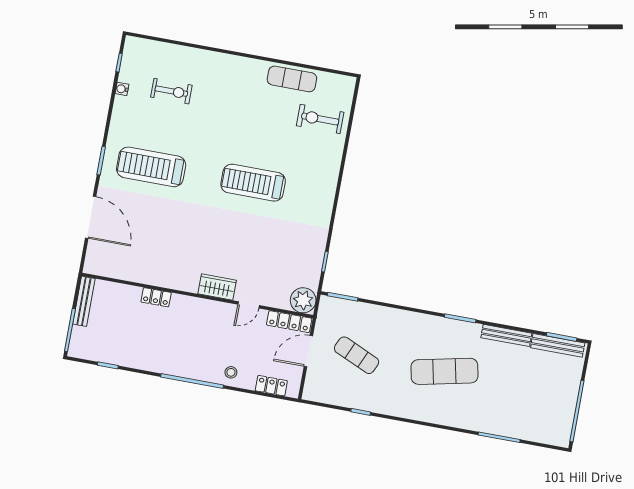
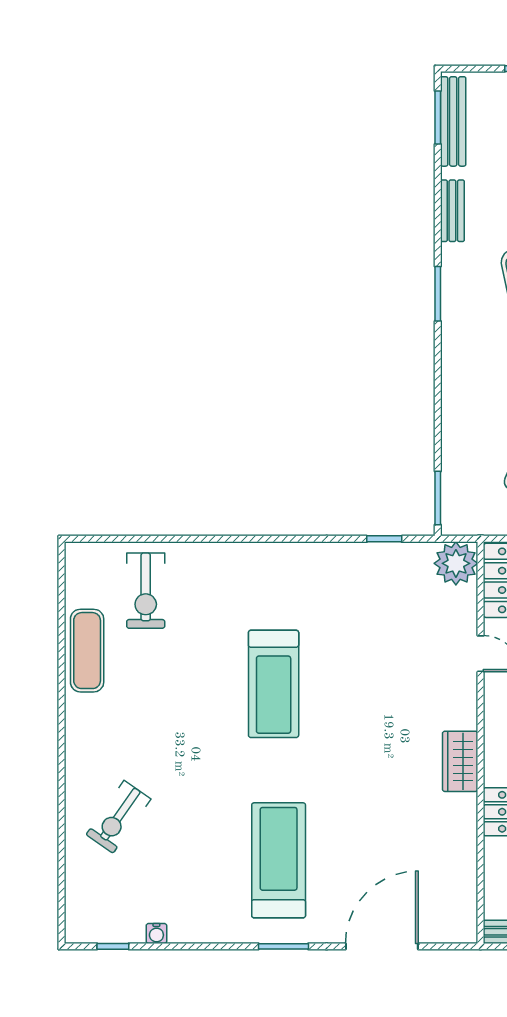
exercise bike: (171, 91) -> (118, 817), moved, turned -145
treadmill: (151, 167) -> (279, 860), turned 180
wardrobe: (217, 287) -> (460, 761), moved
bench: (506, 335) -> (452, 211), width x0.73

